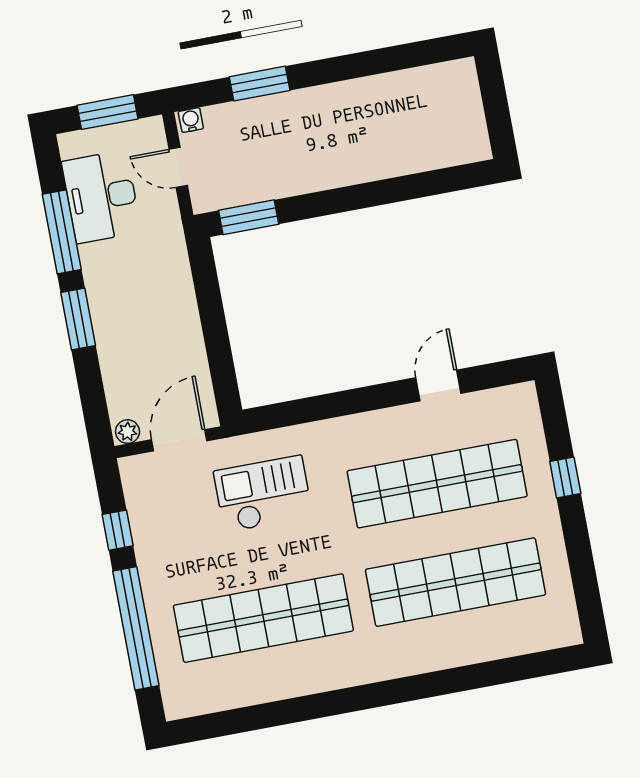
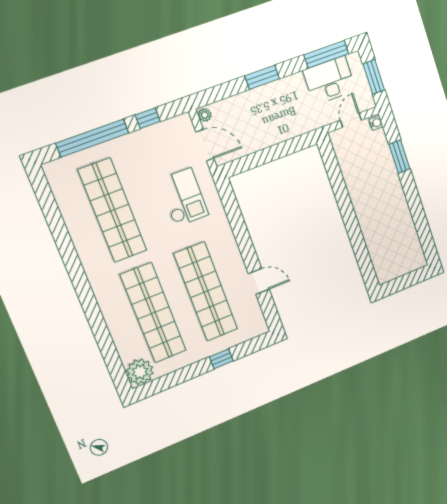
window: (249, 217) -> (331, 163), removed
window: (62, 232) -> (326, 54), moved
plant: (556, 624) -> (140, 372), added

